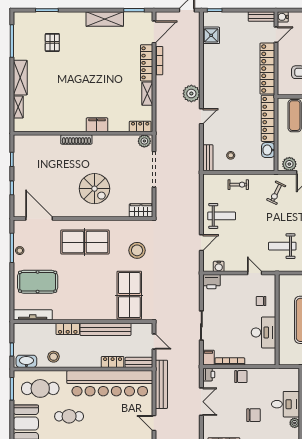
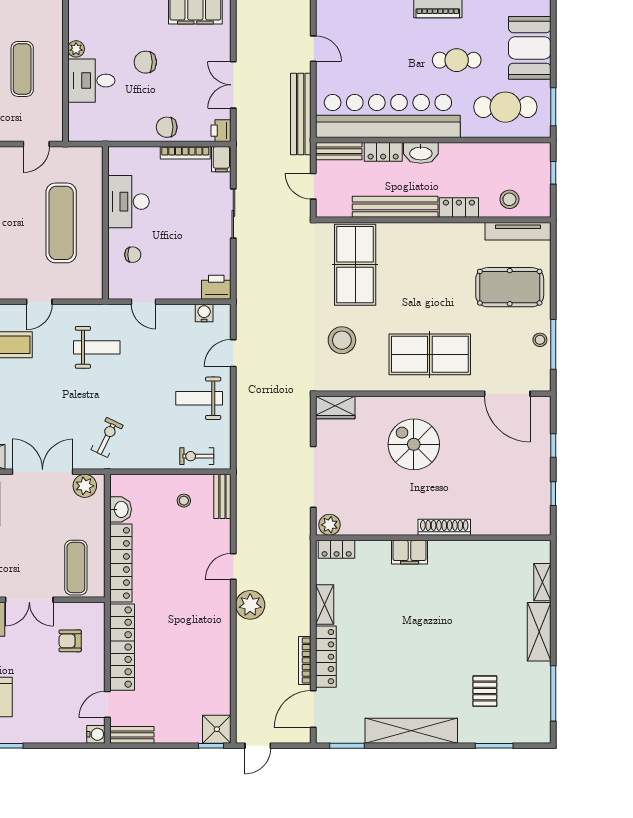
shelving: (105, 19) -> (411, 731), width x1.47
shower: (211, 35) -> (217, 729), moved
exercise bike: (238, 185) -> (197, 456), moved
stool: (54, 357) -> (509, 199), moved
washbasin: (26, 361) -> (421, 153), moved

